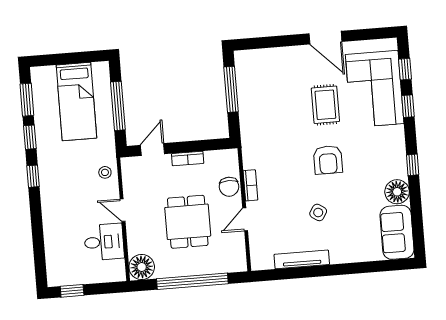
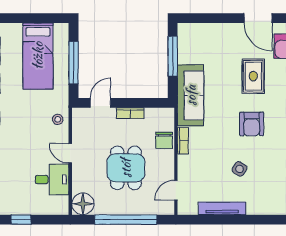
sofa: (255, 133) -> (191, 95), added
door: (245, 219) -> (176, 190), moved

